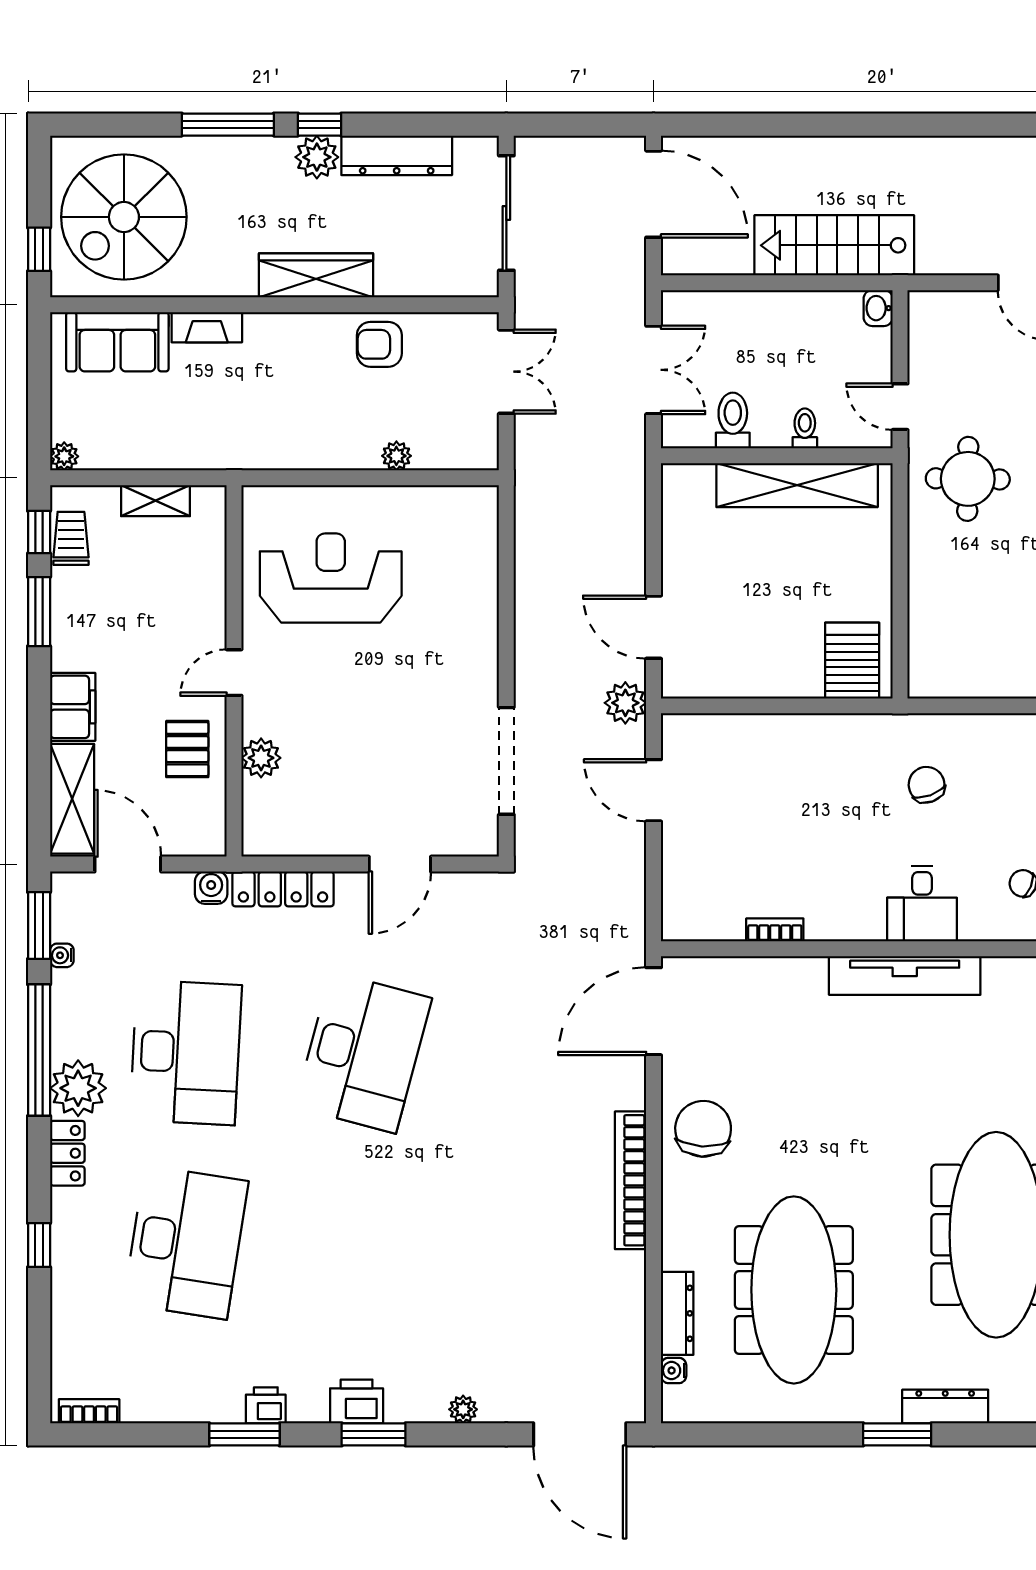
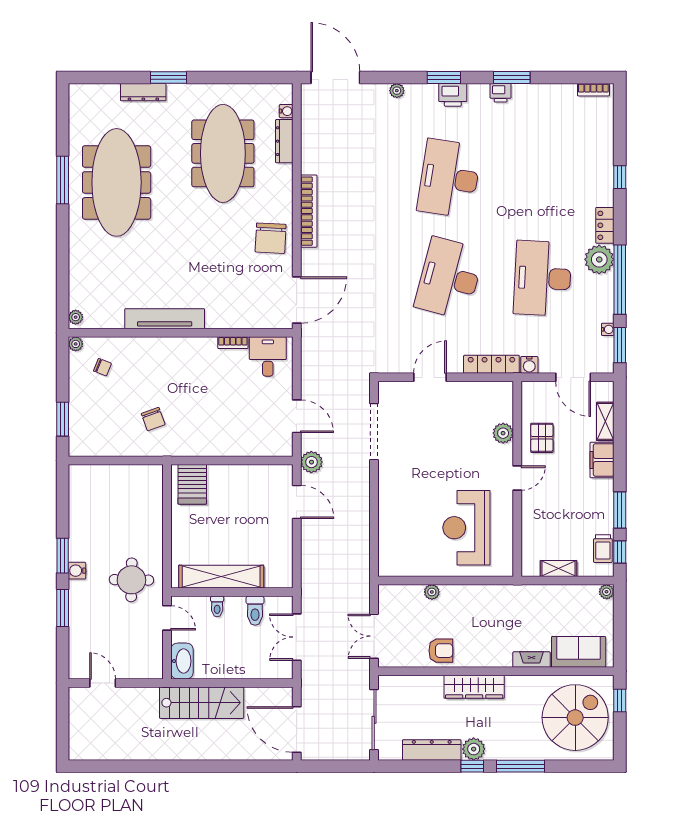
washbasin: (878, 308) -> (182, 661), width x1.91, depth x1.45
reception desk: (331, 578) -> (466, 528), turned 90
shelving: (72, 799) -> (605, 421), width x0.67, depth x0.75
desk: (922, 904) -> (268, 356), moved
desk: (186, 1242) -> (449, 178), moved

